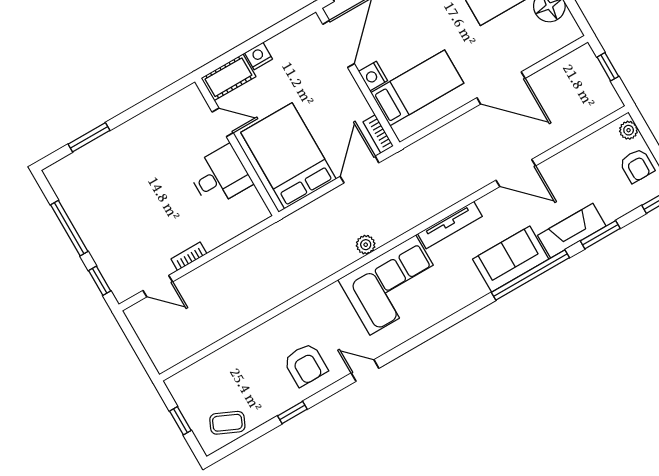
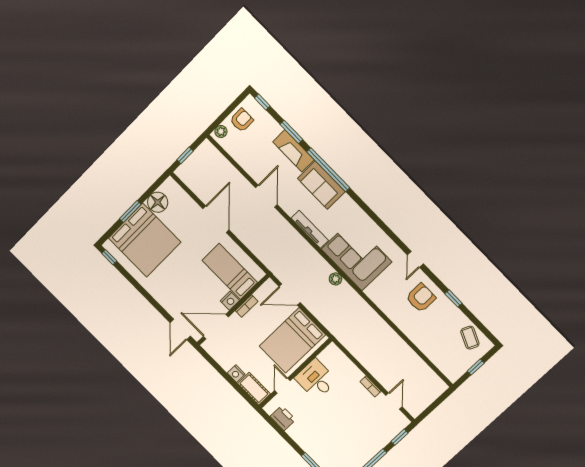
printer: (172, 110) -> (283, 418), added
bookcase: (378, 134) -> (247, 306), moved

